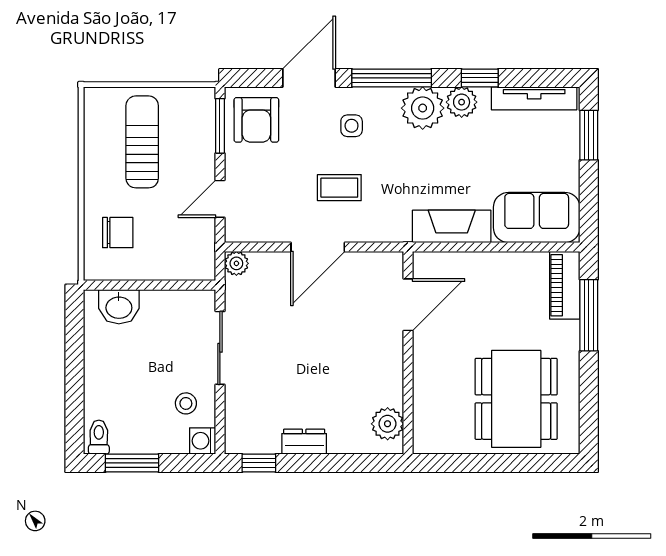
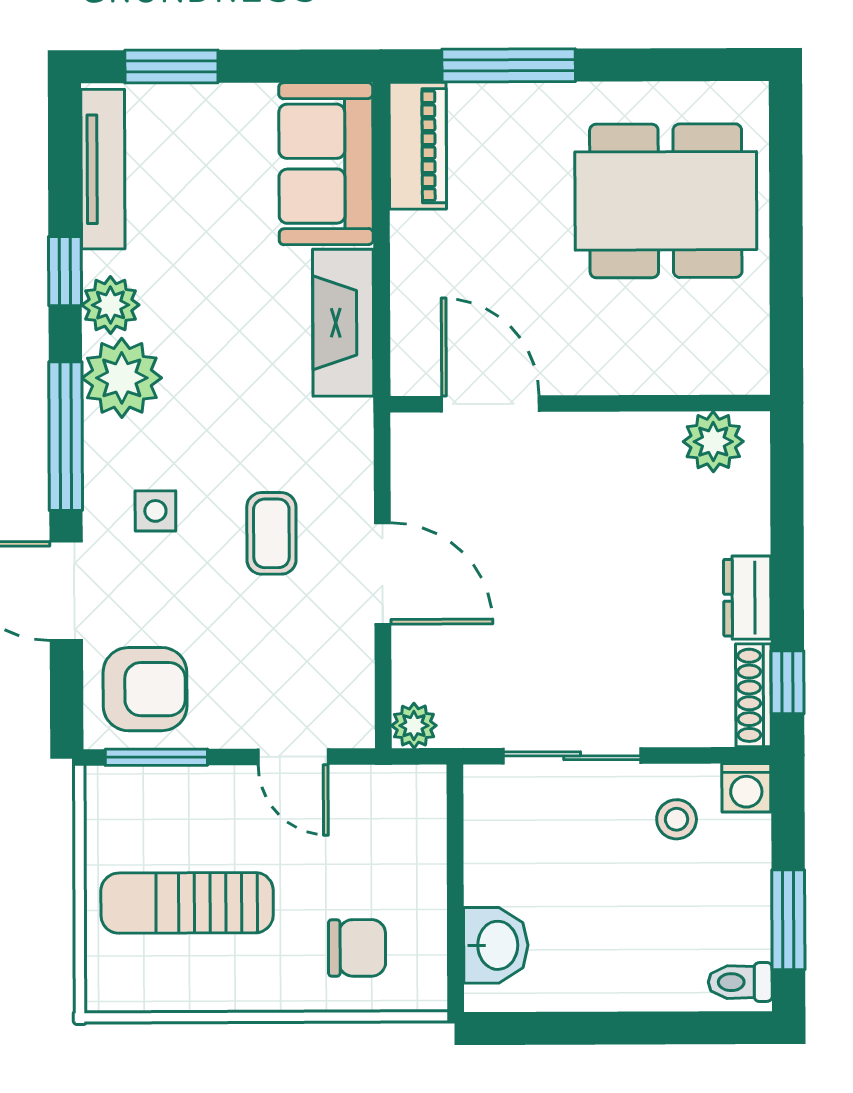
chair: (118, 233) -> (357, 948), turned 90
piano: (565, 285) -> (418, 146), moved, turned -90
shoe rack: (252, 445) -> (753, 695), added

